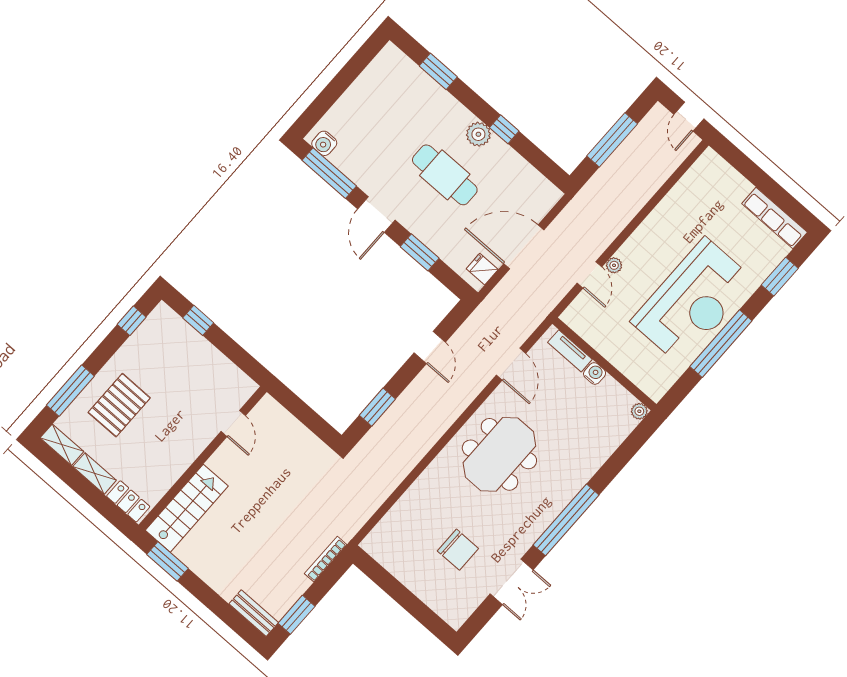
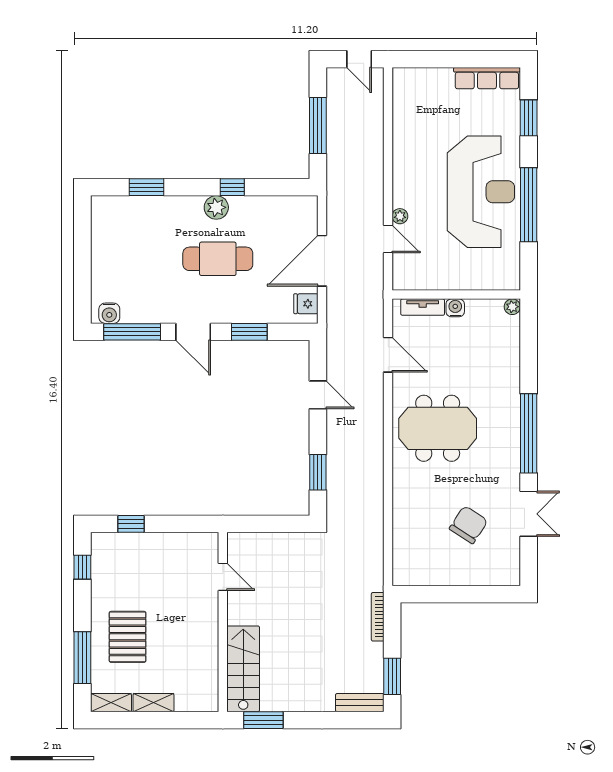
meeting table: (499, 454) -> (438, 428), turned 90
locker: (128, 501) -> (196, 701), removed
chair: (458, 550) -> (469, 525), turned -57

